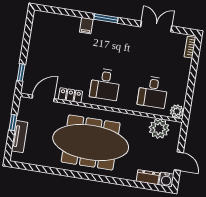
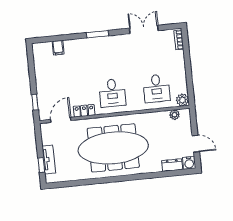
filing cabinet: (86, 26) -> (58, 48), moved
window: (13, 123) -> (41, 165), moved
plant: (159, 129) -> (174, 115), width x0.53, depth x0.53

